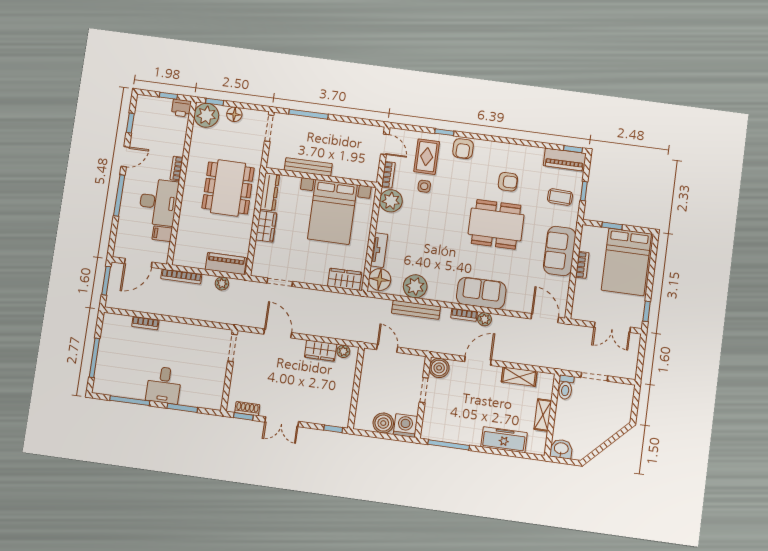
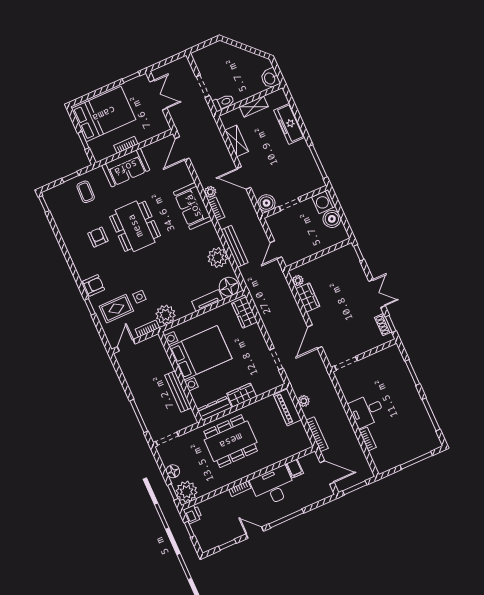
piano: (565, 160) -> (55, 205), removed
desk: (164, 385) -> (367, 411), moved, turned 180

